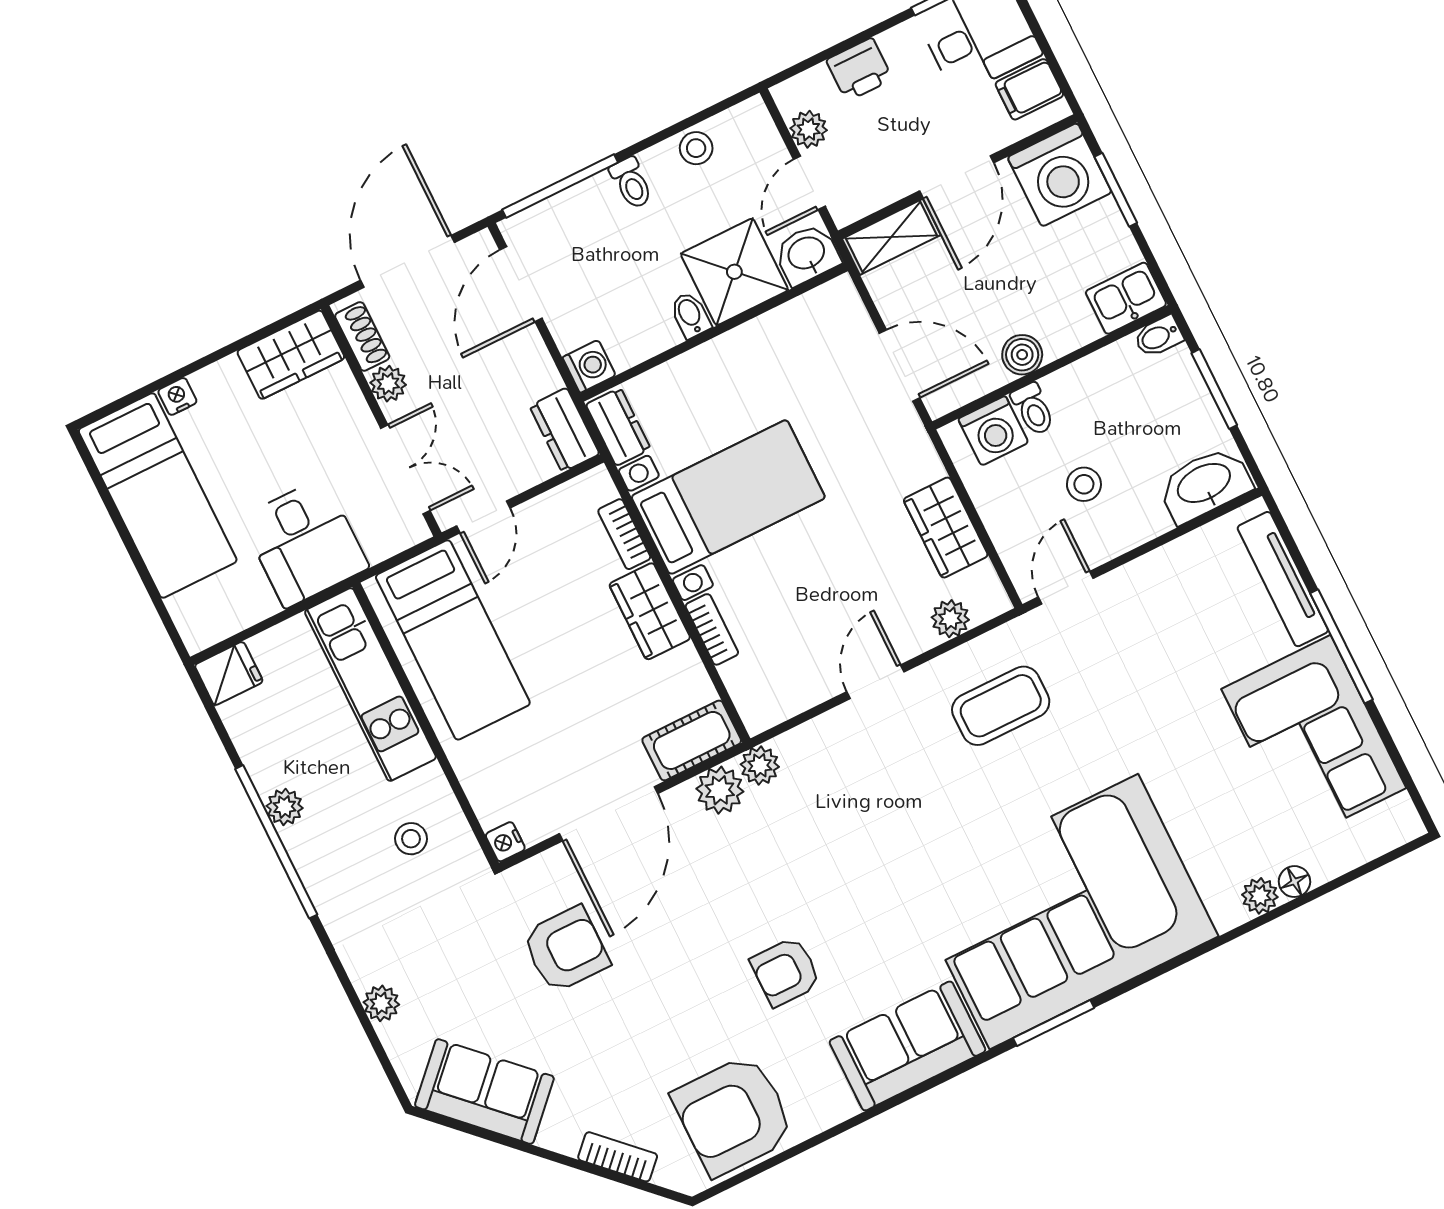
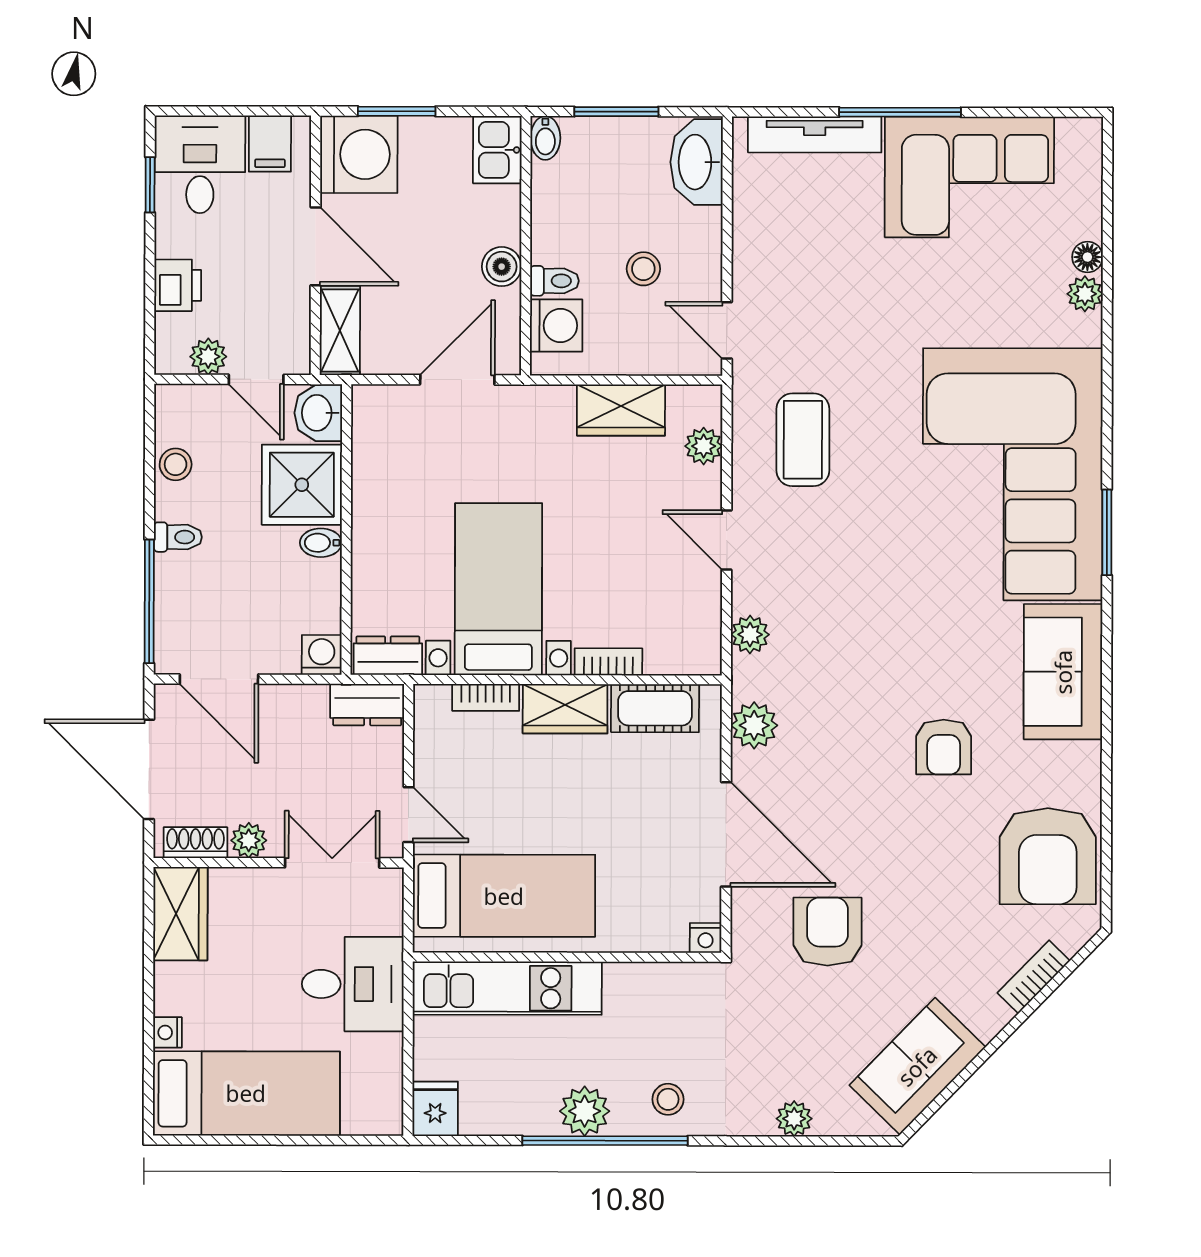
cot: (692, 740) -> (655, 708), moved, turned 90
plant: (760, 766) -> (750, 635), moved
plant: (285, 807) -> (585, 1111), width x1.38, depth x1.38
stool: (411, 839) -> (668, 1099), moved

